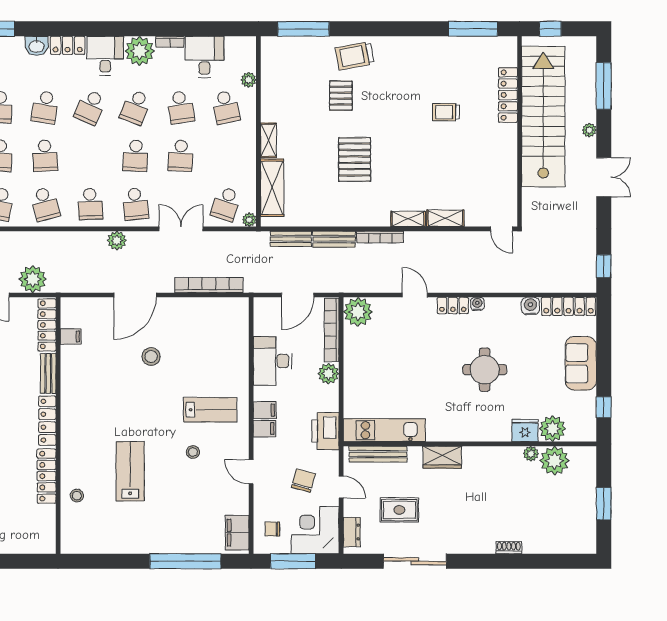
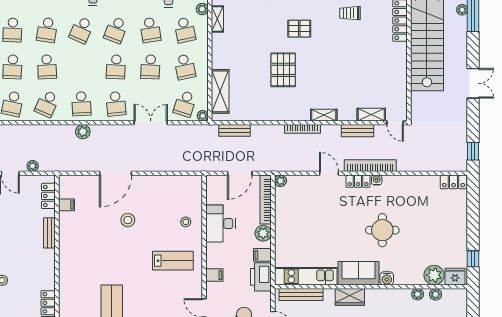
pallet: (341, 96) -> (299, 29), moved, turned 90
trolley: (446, 112) -> (350, 13), moved
plant: (589, 130) -> (462, 10), moved
shelving: (268, 140) -> (217, 19), moved
school desk: (226, 156) -> (185, 67), added
school desk: (45, 204) -> (47, 104), turned 39
shelving: (445, 218) -> (371, 115), moved
bench: (334, 239) -> (358, 131), moved
plant: (117, 241) -> (83, 132), moved
plant: (33, 279) -> (33, 166), width x0.53, depth x0.53
bookcase: (209, 285) -> (370, 166), moved
water cooler: (530, 306) -> (387, 278), moved, turned 180
locker: (568, 306) -> (454, 182), width x0.66
plant: (358, 312) -> (280, 181), width x0.53, depth x0.53
locker: (47, 325) -> (48, 196), width x0.66
sofa: (581, 363) -> (359, 273), moved, turned 90
filing cabinet: (265, 410) -> (262, 255), moved, turned 180
locker: (47, 421) -> (49, 269), removed
fridge: (525, 431) -> (455, 277), moved
stool: (193, 452) -> (186, 222), moved
plant: (554, 461) -> (436, 294), width x0.53, depth x0.53

